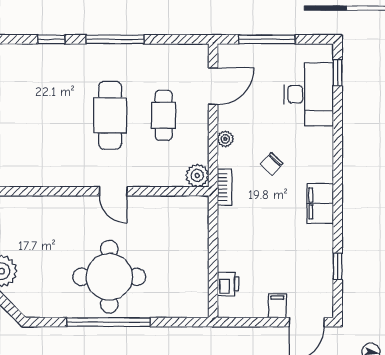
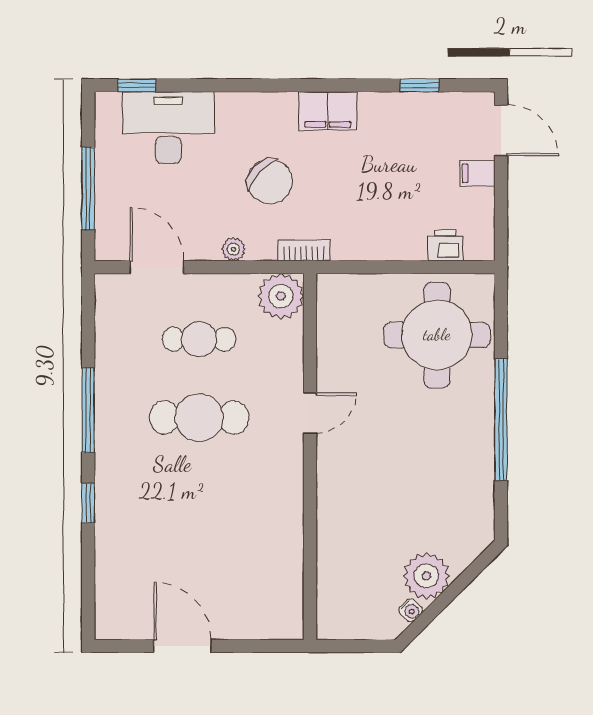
chair: (272, 164) -> (270, 182), width x1.87, depth x1.87
plant: (197, 176) -> (281, 296), width x1.36, depth x1.36
round table: (109, 277) -> (437, 335), moved

